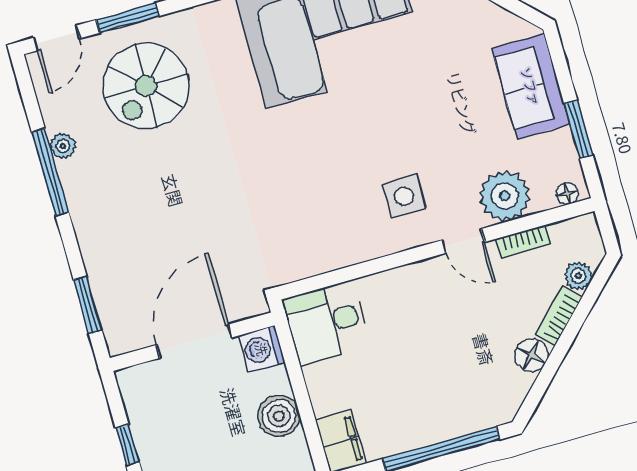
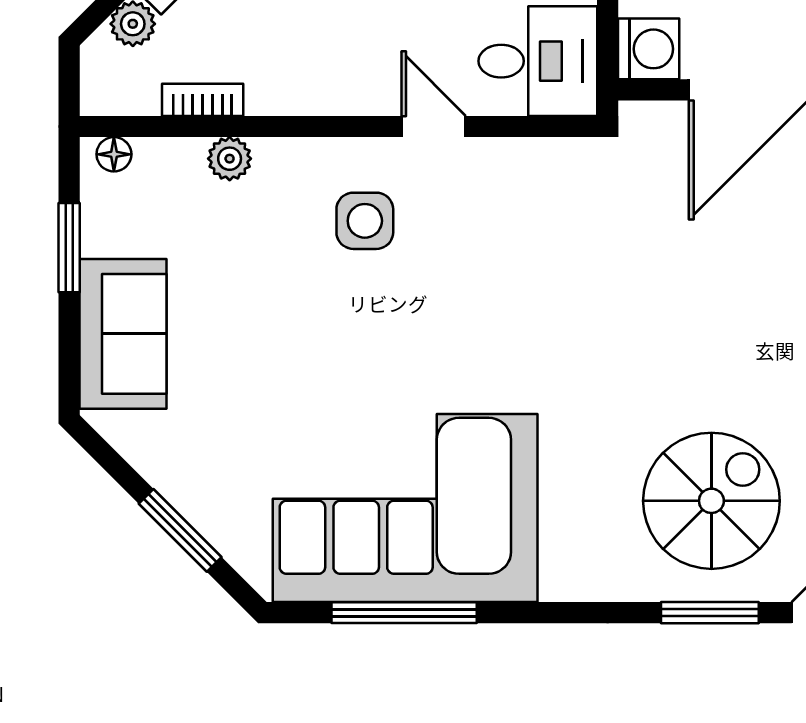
plant: (505, 196) -> (230, 159), width x0.53, depth x0.53
door: (463, 241) -> (434, 127), moved

